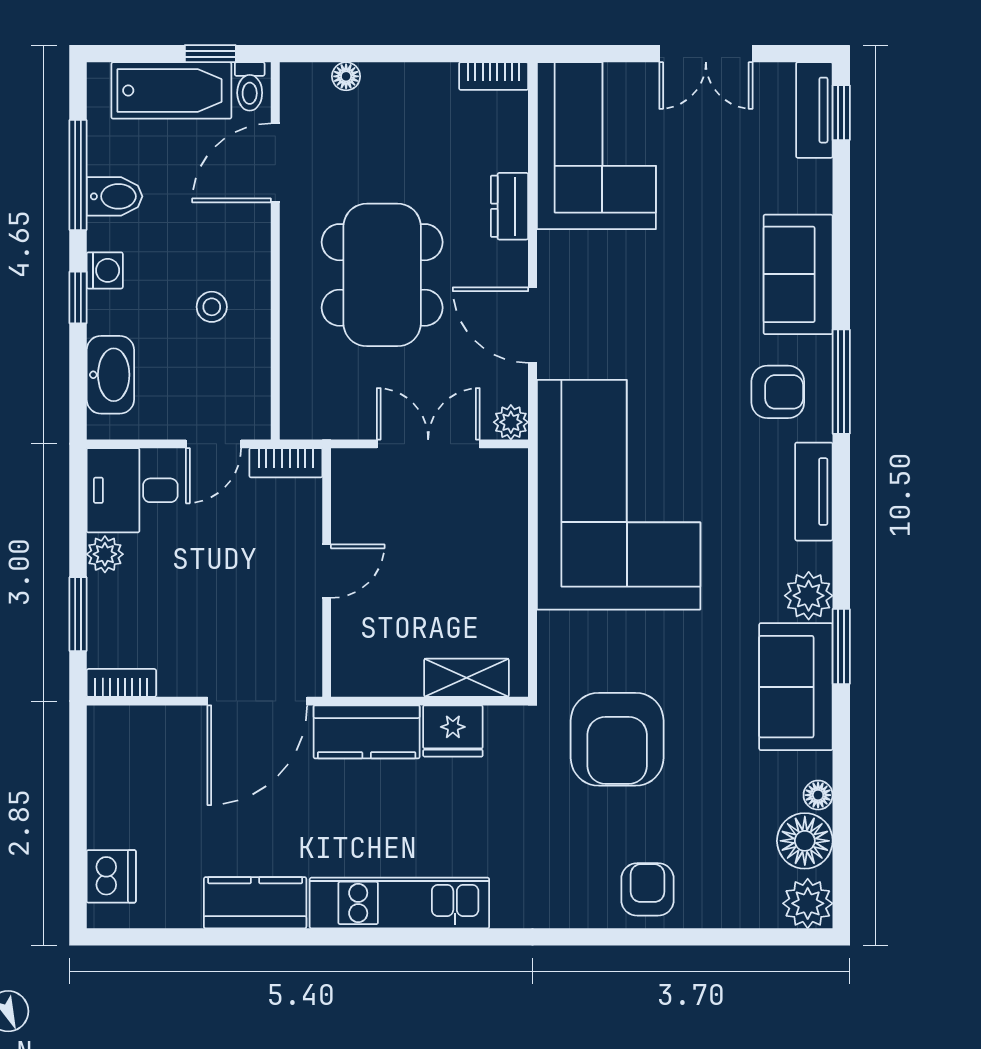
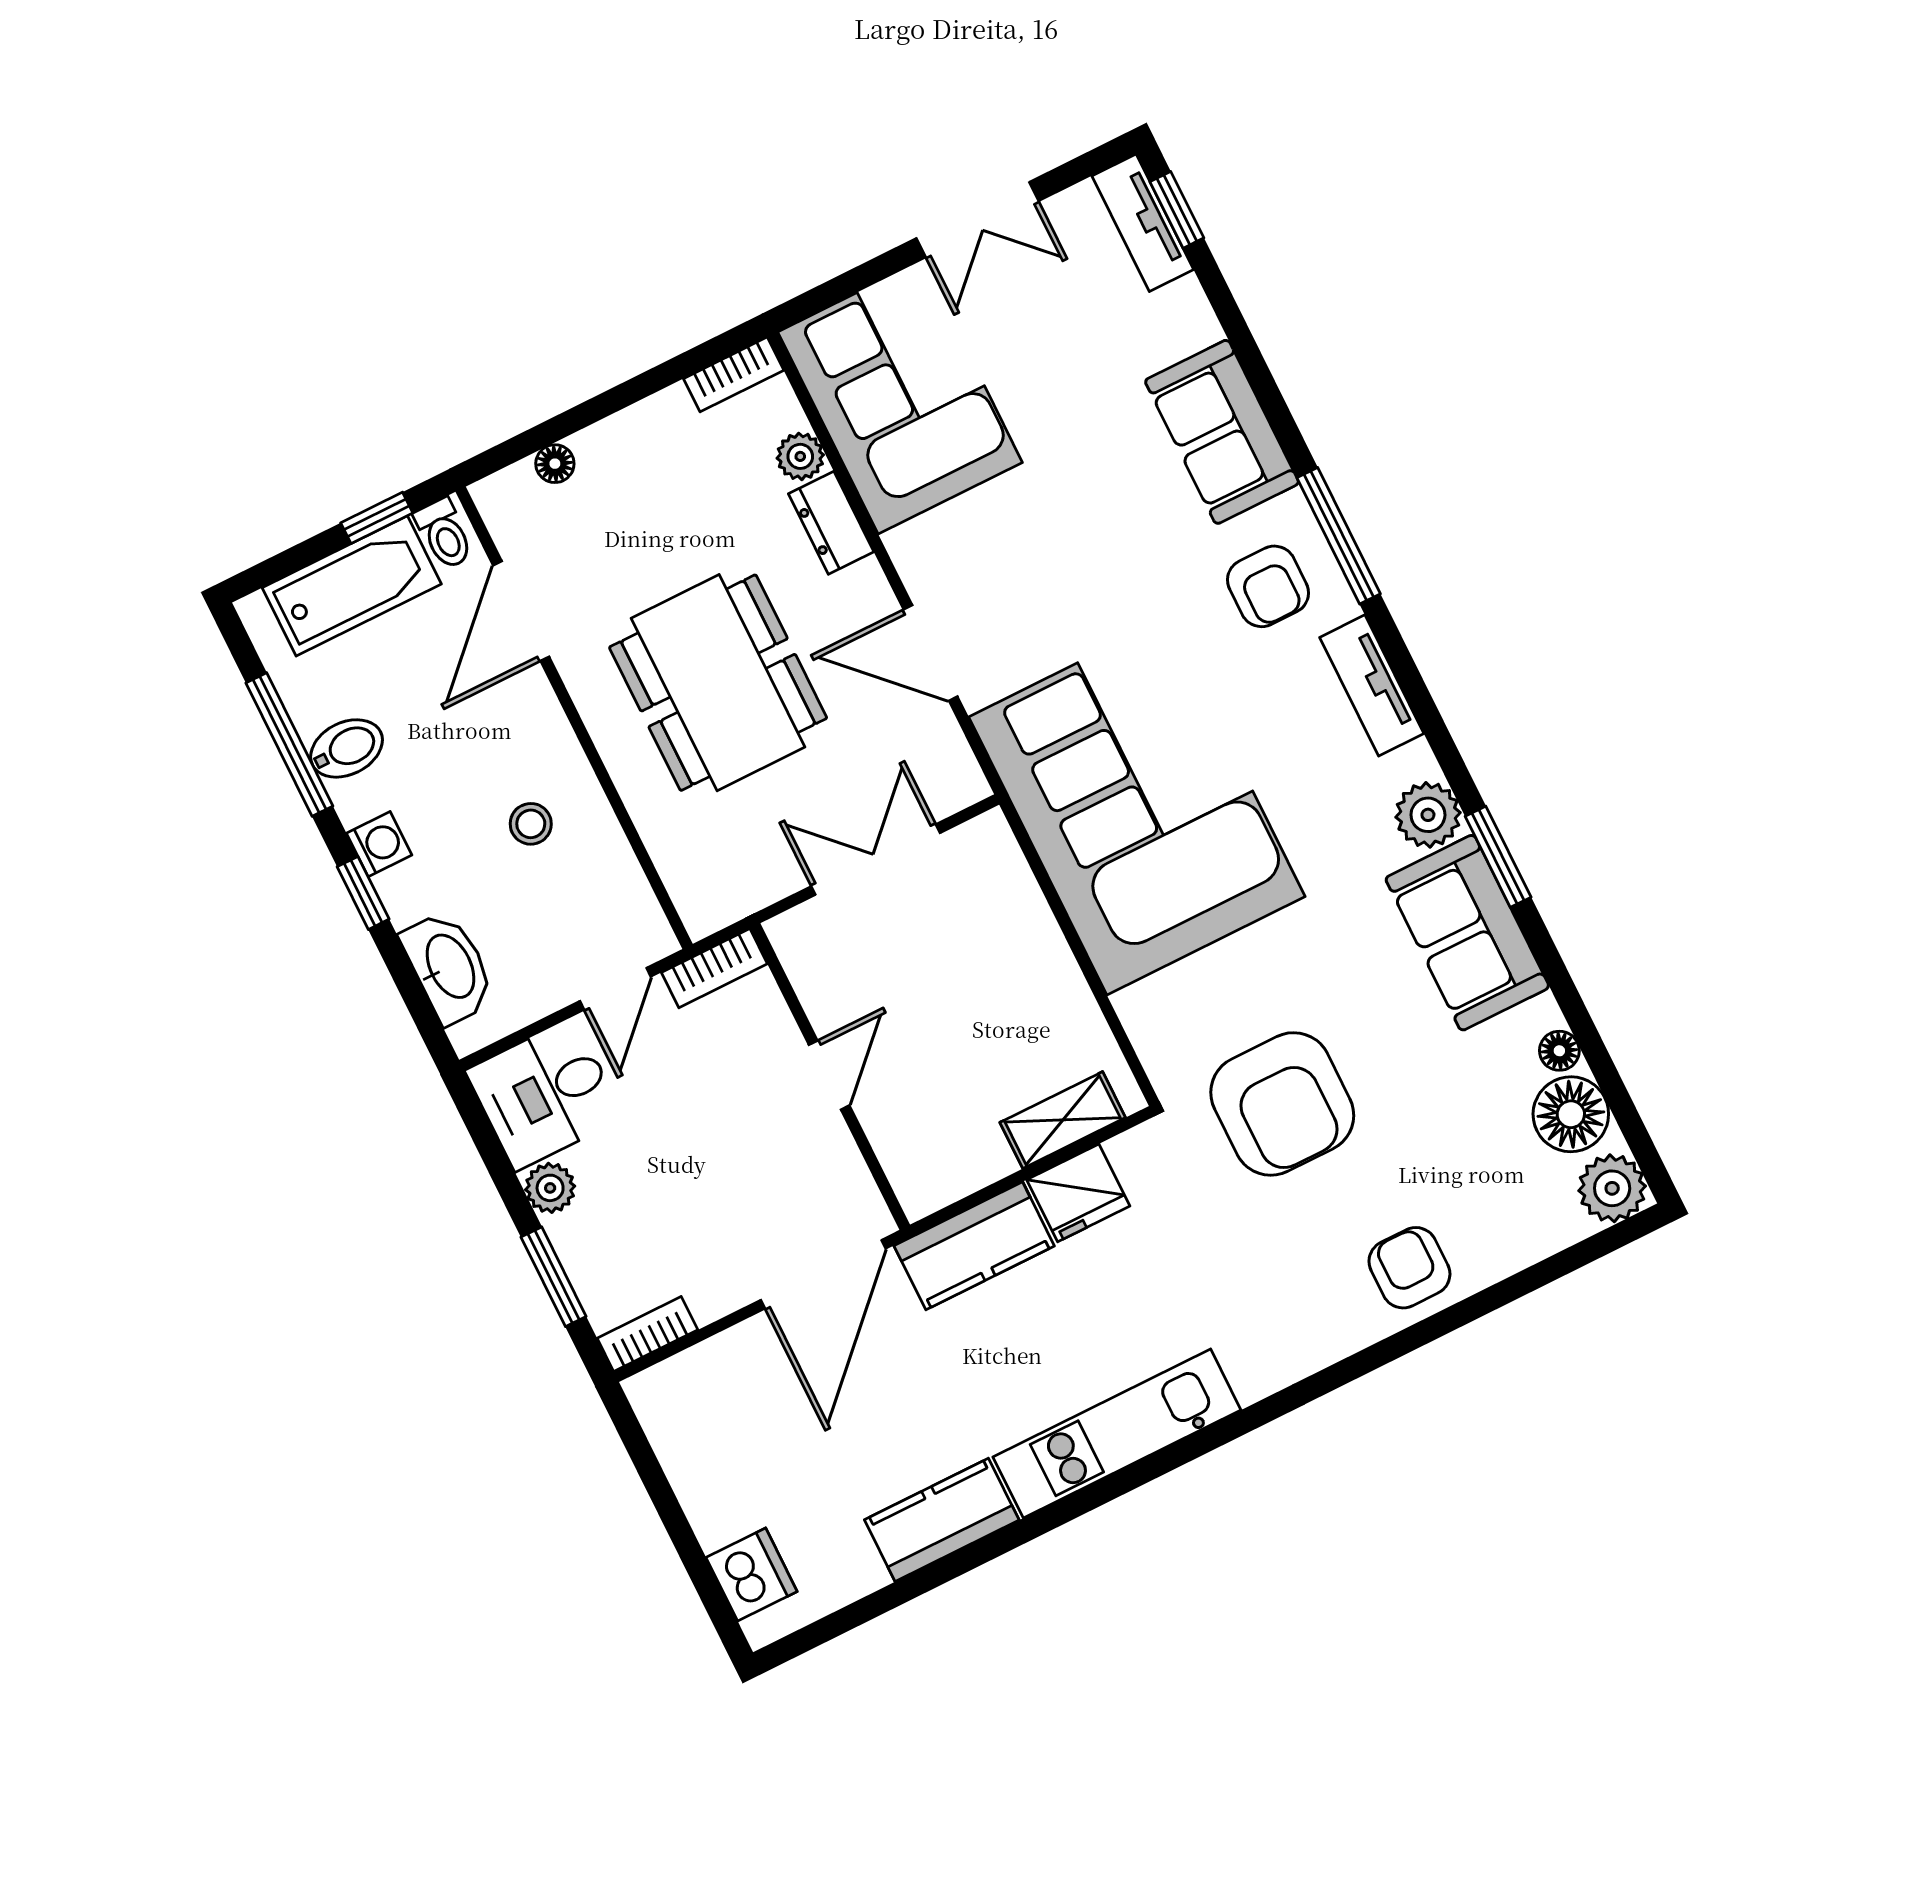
armchair: (778, 392) -> (1268, 586), turned 90
plant: (511, 422) -> (800, 456), moved

